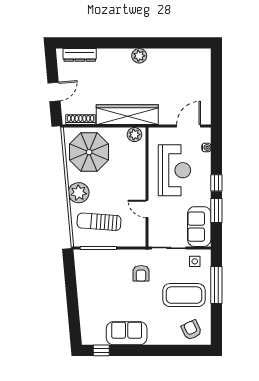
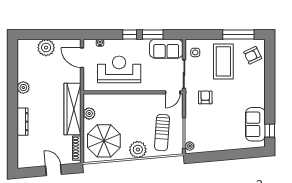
dresser: (80, 55) -> (23, 122), moved
plant: (139, 56) -> (23, 88), moved
plant: (201, 83) -> (46, 48), added
plant: (134, 135) -> (89, 114), moved
door: (147, 209) -> (173, 92), moved
plant: (83, 255) -> (190, 146), added
armchair: (141, 273) -> (205, 97), turned -90
window: (216, 285) -> (238, 34), moved
sofa: (127, 333) -> (255, 124), moved

